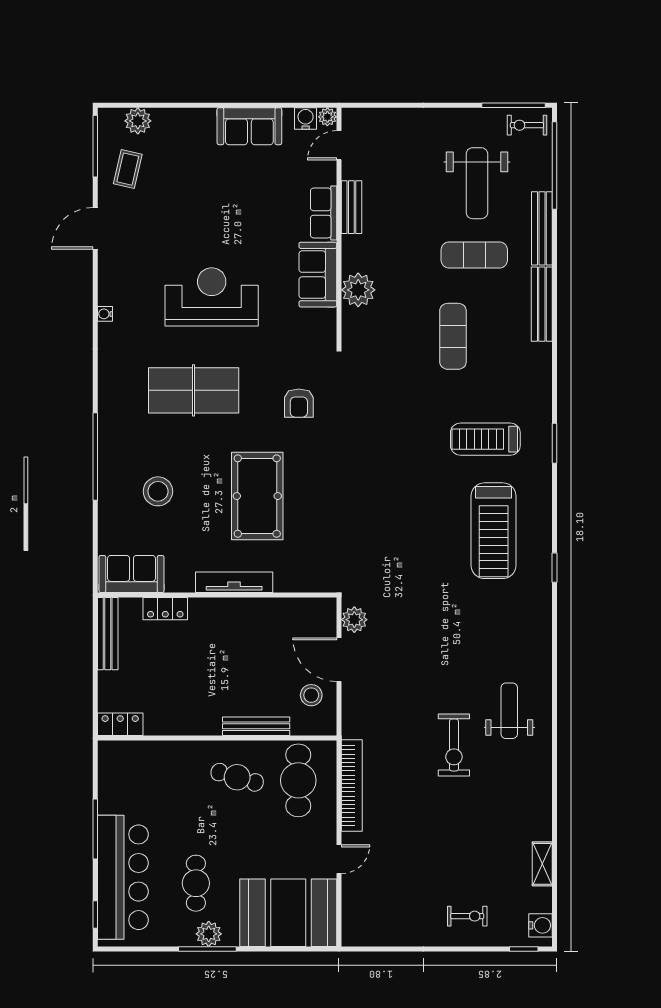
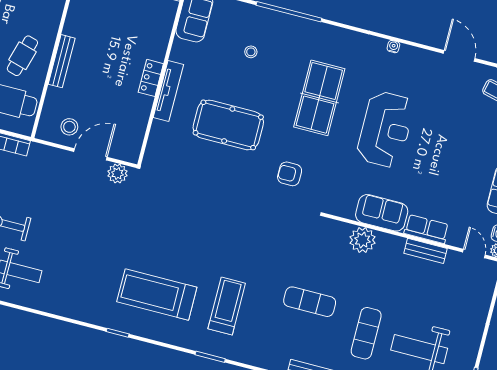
stool: (158, 491) -> (251, 52), width x0.53, depth x0.53
locker: (165, 609) -> (151, 78), moved
bench: (256, 726) -> (62, 61), moved

